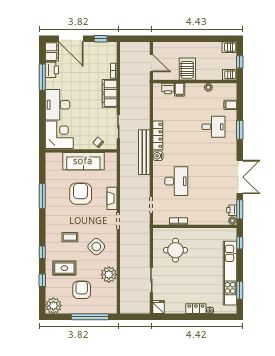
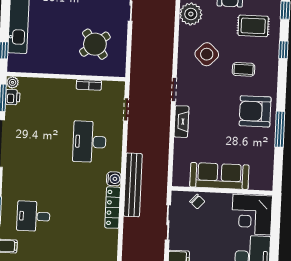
armchair: (81, 194) -> (255, 111), moved, turned 90
round table: (176, 250) -> (95, 44), turned -38

